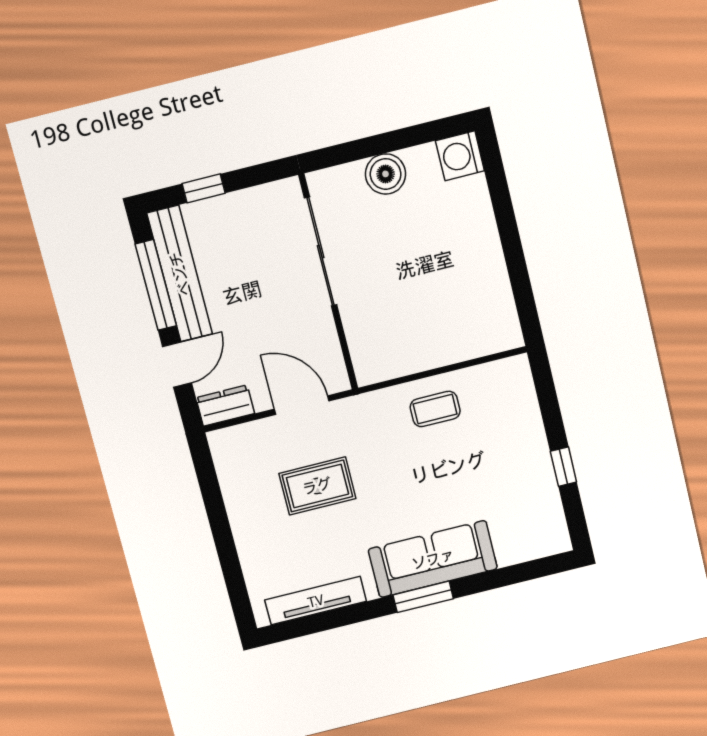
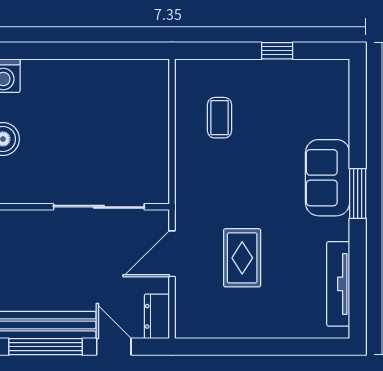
sliding door: (321, 252) -> (99, 207), moved
coffee table: (435, 409) -> (219, 118), moved
sofa: (433, 559) -> (328, 178), width x0.73

